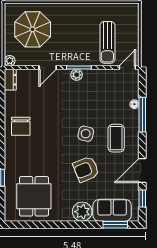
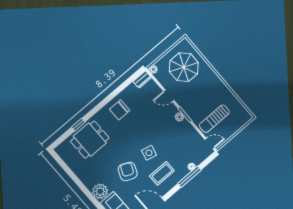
armchair: (86, 169) -> (128, 171), turned 45
dining table: (34, 196) -> (90, 140), moved

